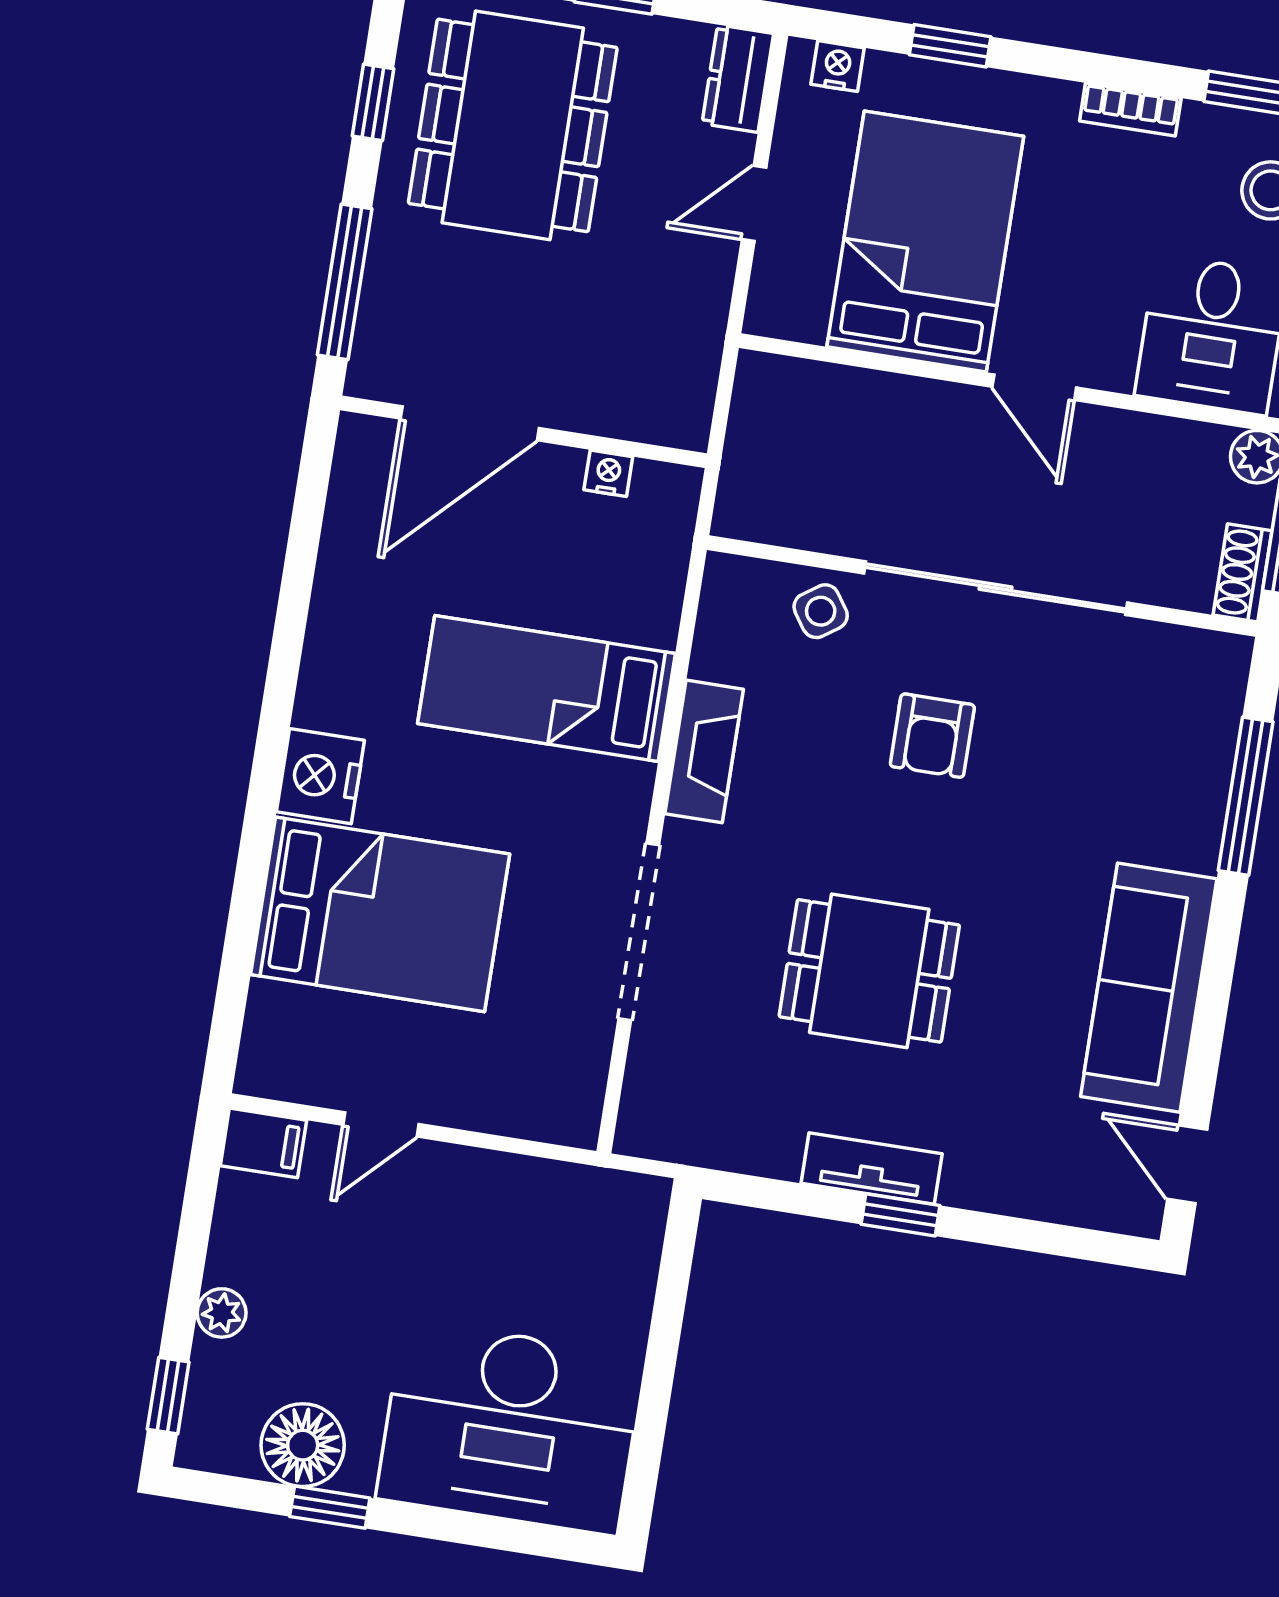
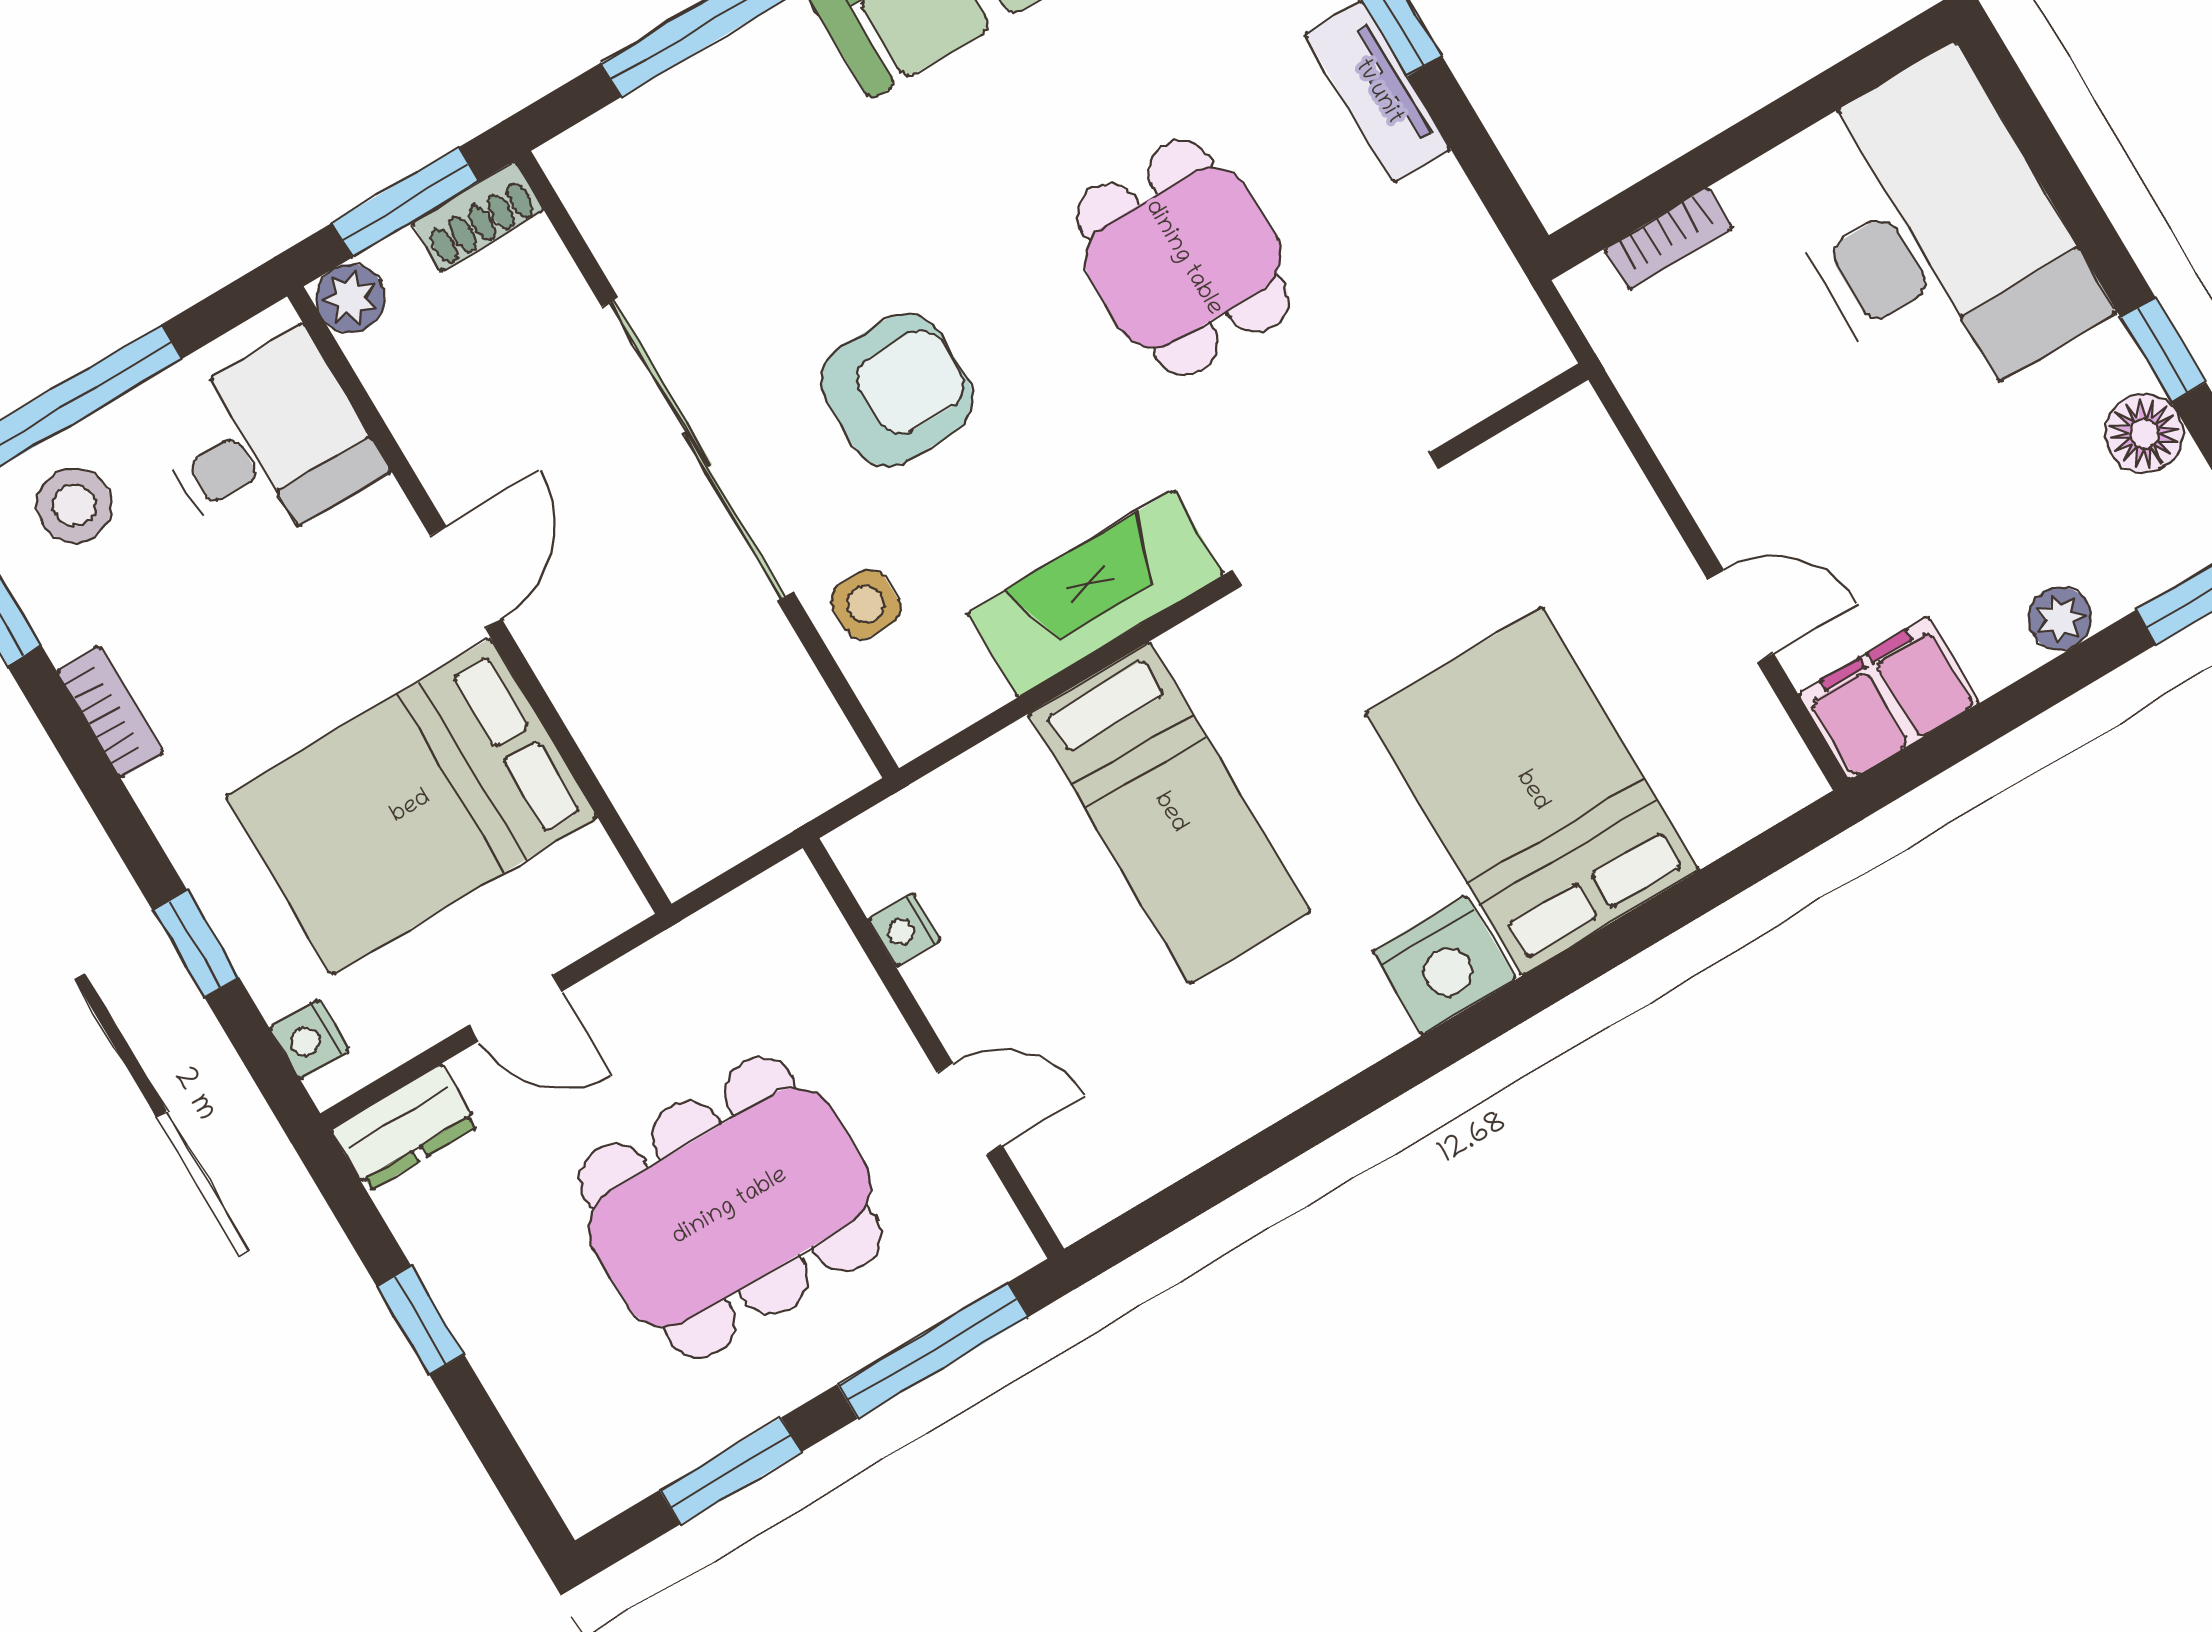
window: (373, 102) -> (730, 1471), width x1.50
dining table: (513, 125) -> (730, 1207), moved
door: (470, 423) -> (969, 1109), width x0.53
side table: (821, 611) -> (866, 604), turned 35
armchair: (932, 736) -> (897, 390), width x1.38, depth x1.38
fireplace: (704, 751) -> (1095, 594), width x1.37, depth x1.32
filing cabinet: (263, 1143) -> (1889, 698), width x2.00
bookcase: (641, 1268) -> (1668, 239), added
floor lamp: (303, 1445) -> (2144, 433), width x0.73, depth x0.73

